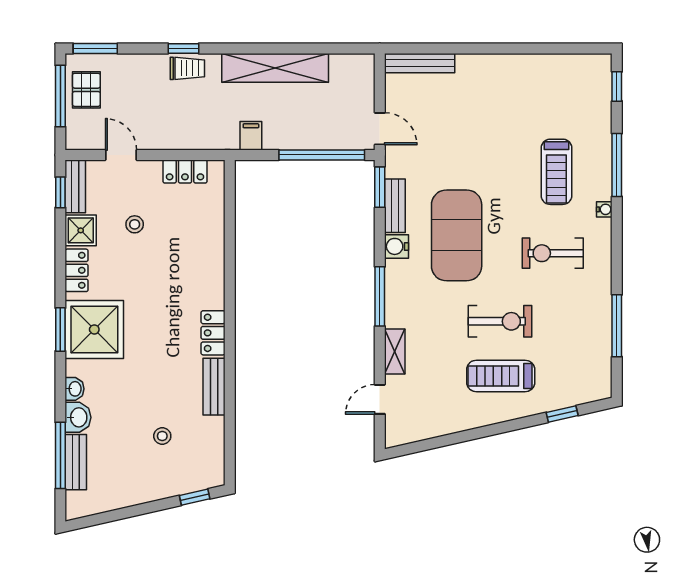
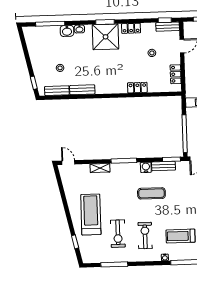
shower: (81, 230) -> (149, 30), removed
exercise mat: (457, 235) -> (151, 193), width x0.50, depth x0.69
exercise bike: (500, 321) -> (118, 234), moved
locker: (213, 333) -> (137, 88), moved
treadmill: (501, 376) -> (91, 215), width x1.37, depth x1.38
door: (380, 399) -> (68, 162), moved
bench: (76, 462) -> (57, 91), moved

